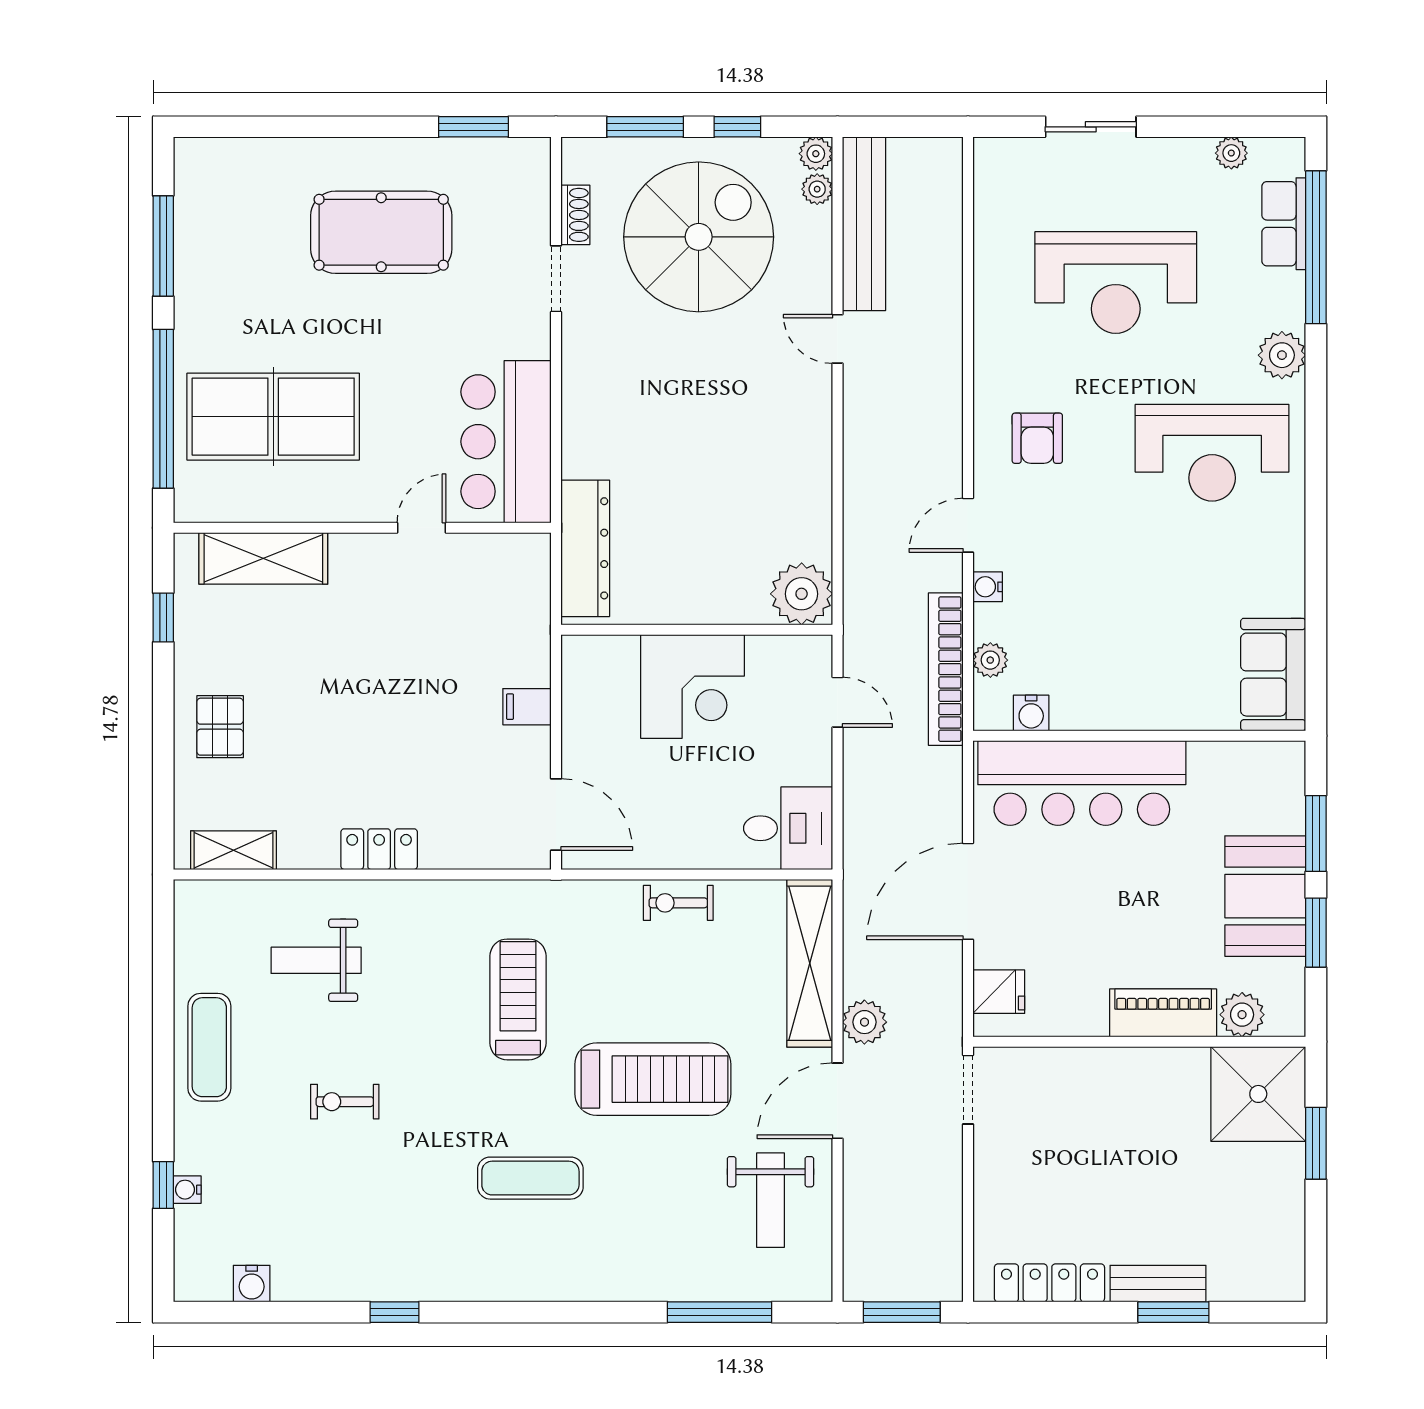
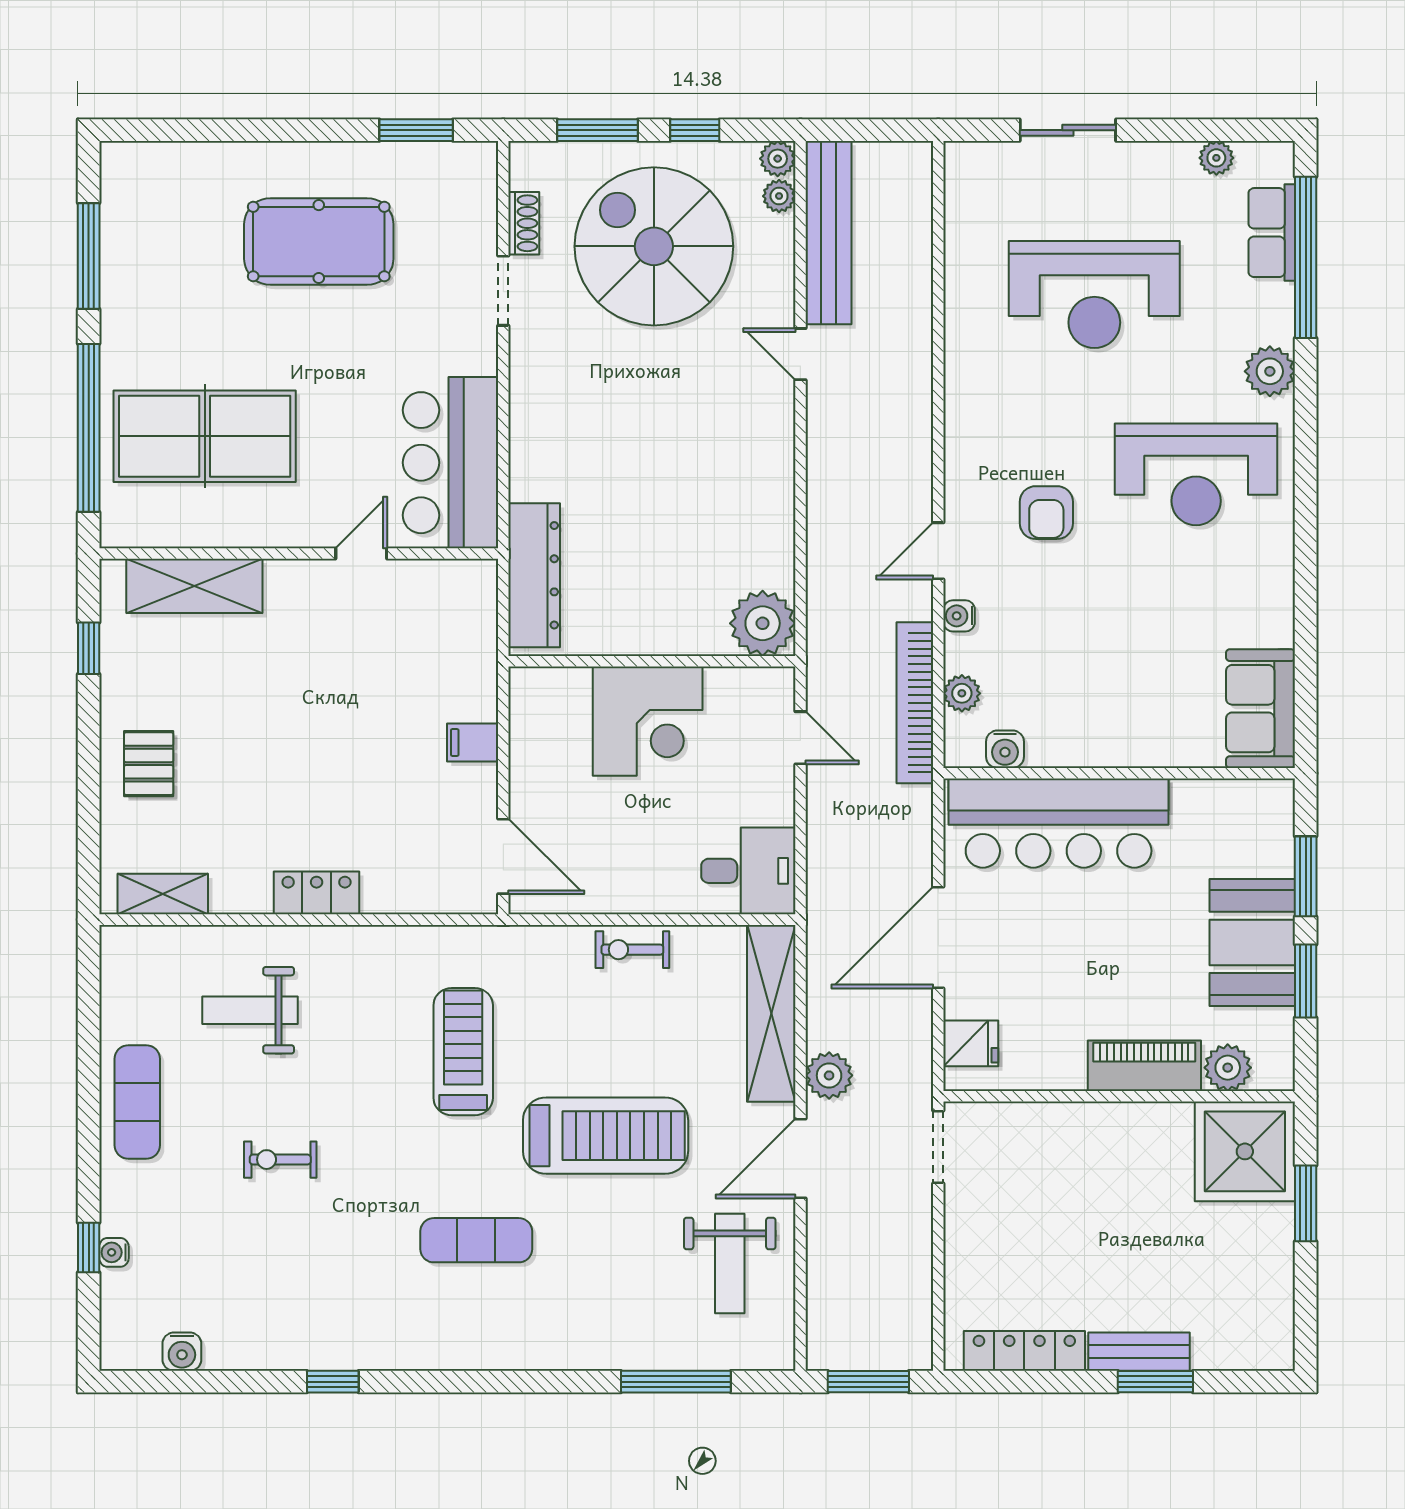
spiral stairs: (699, 237) -> (654, 246), turned -90
armchair: (1037, 438) -> (1046, 513), moved

